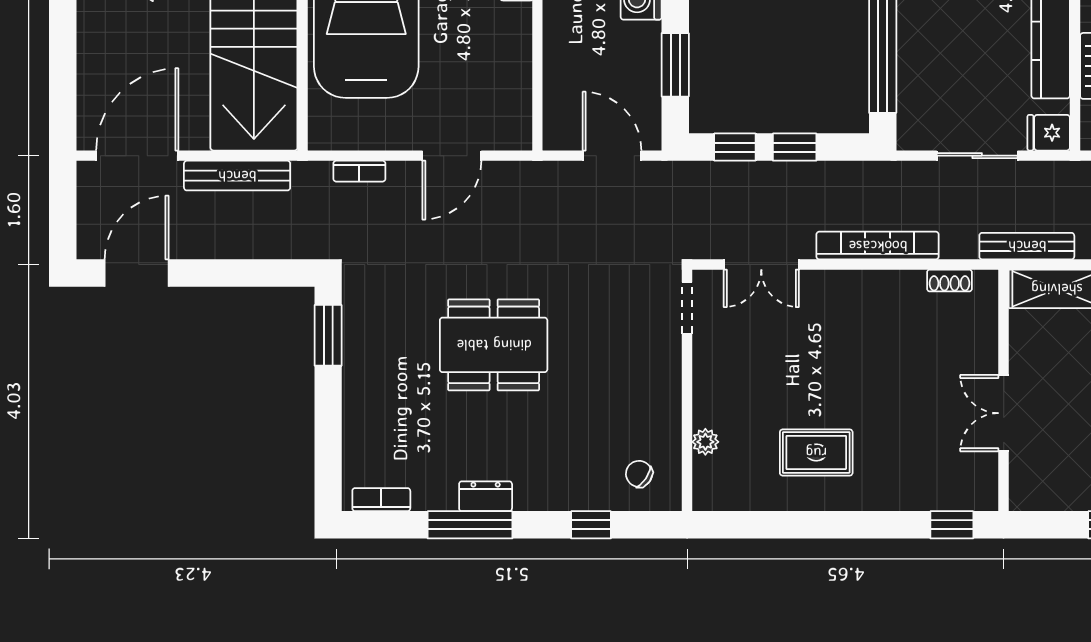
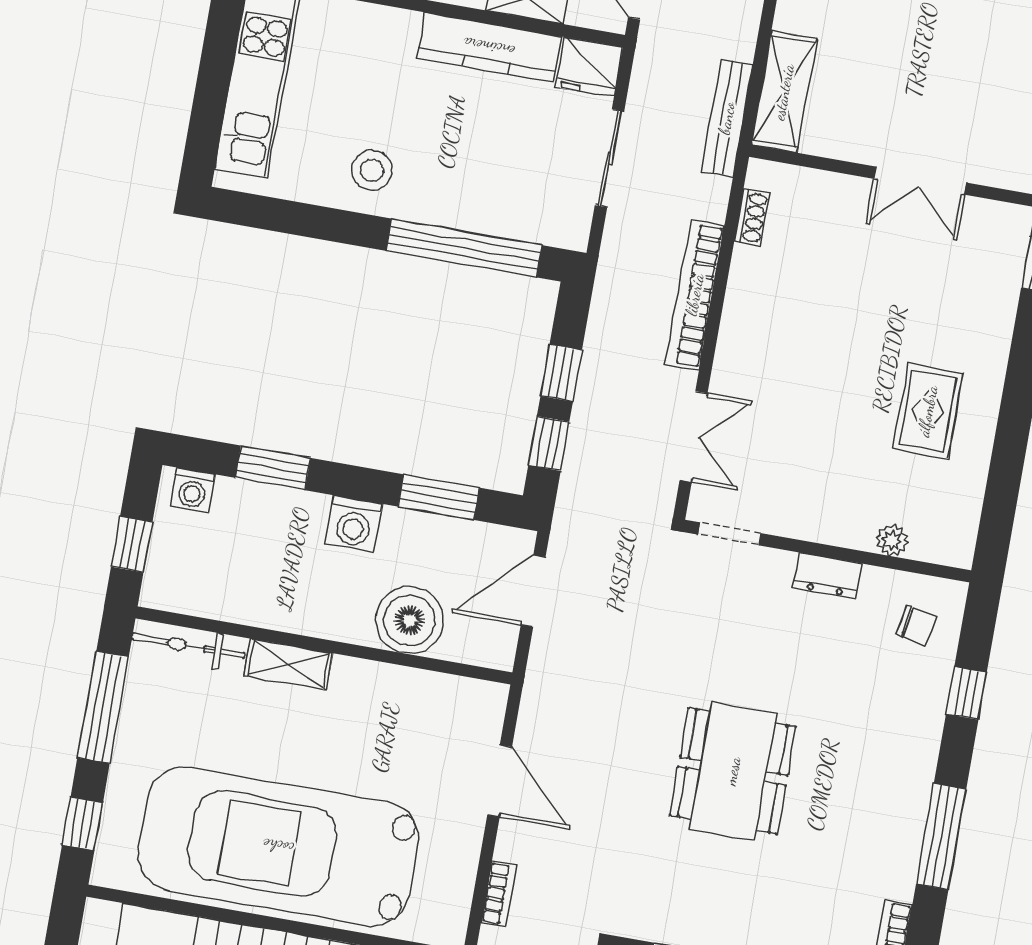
boiler: (570, 59) -> (409, 620), added
fridge: (1049, 133) -> (589, 67), width x1.38
chair: (639, 474) -> (916, 625), turned -113
dresser: (486, 496) -> (827, 576), moved, turned -90

